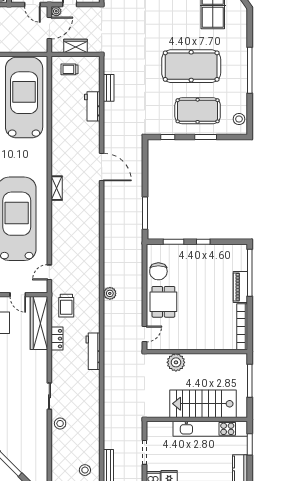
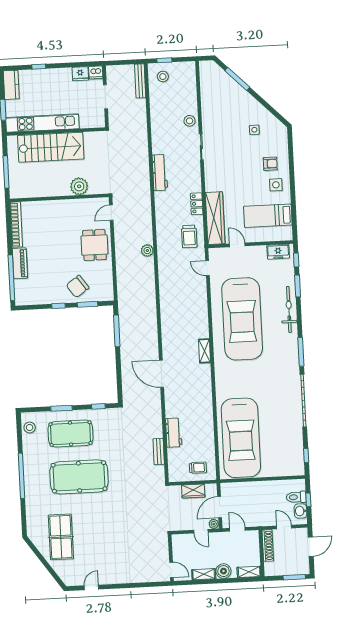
chair: (158, 271) -> (78, 286), moved, turned -125
door: (49, 272) -> (207, 268), swing flipped
trolley: (66, 306) -> (189, 236), turned 180
workbench: (93, 351) -> (160, 173), moved

